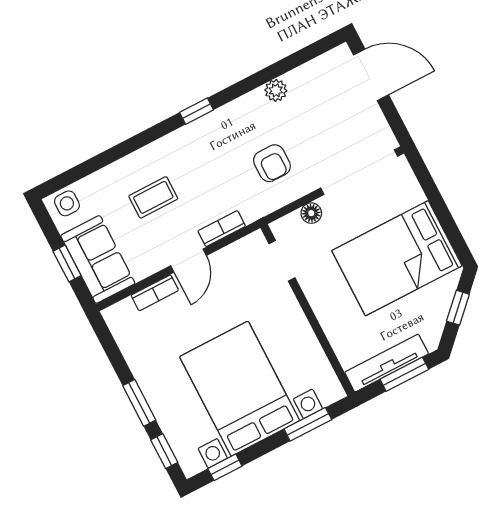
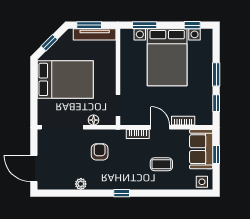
door: (189, 261) -> (160, 127), hinge flipped
window: (164, 451) -> (216, 103), moved

